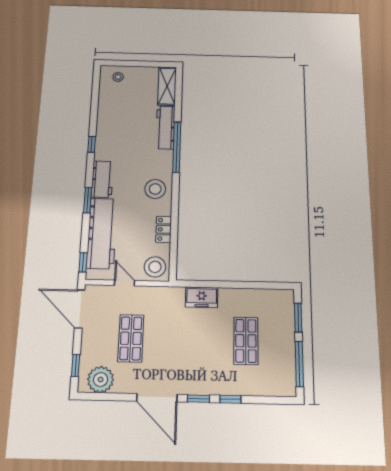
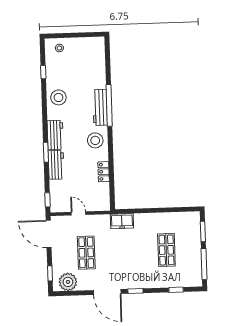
shelving: (167, 86) -> (98, 54), removed
workbench: (165, 128) -> (100, 107), moved
window: (92, 144) -> (43, 72), moved
workbench: (102, 233) -> (56, 165), width x0.53, depth x0.76
stool: (155, 267) -> (58, 97), moved
freezer: (202, 297) -> (122, 221), moved
window: (230, 399) -> (176, 290), moved

